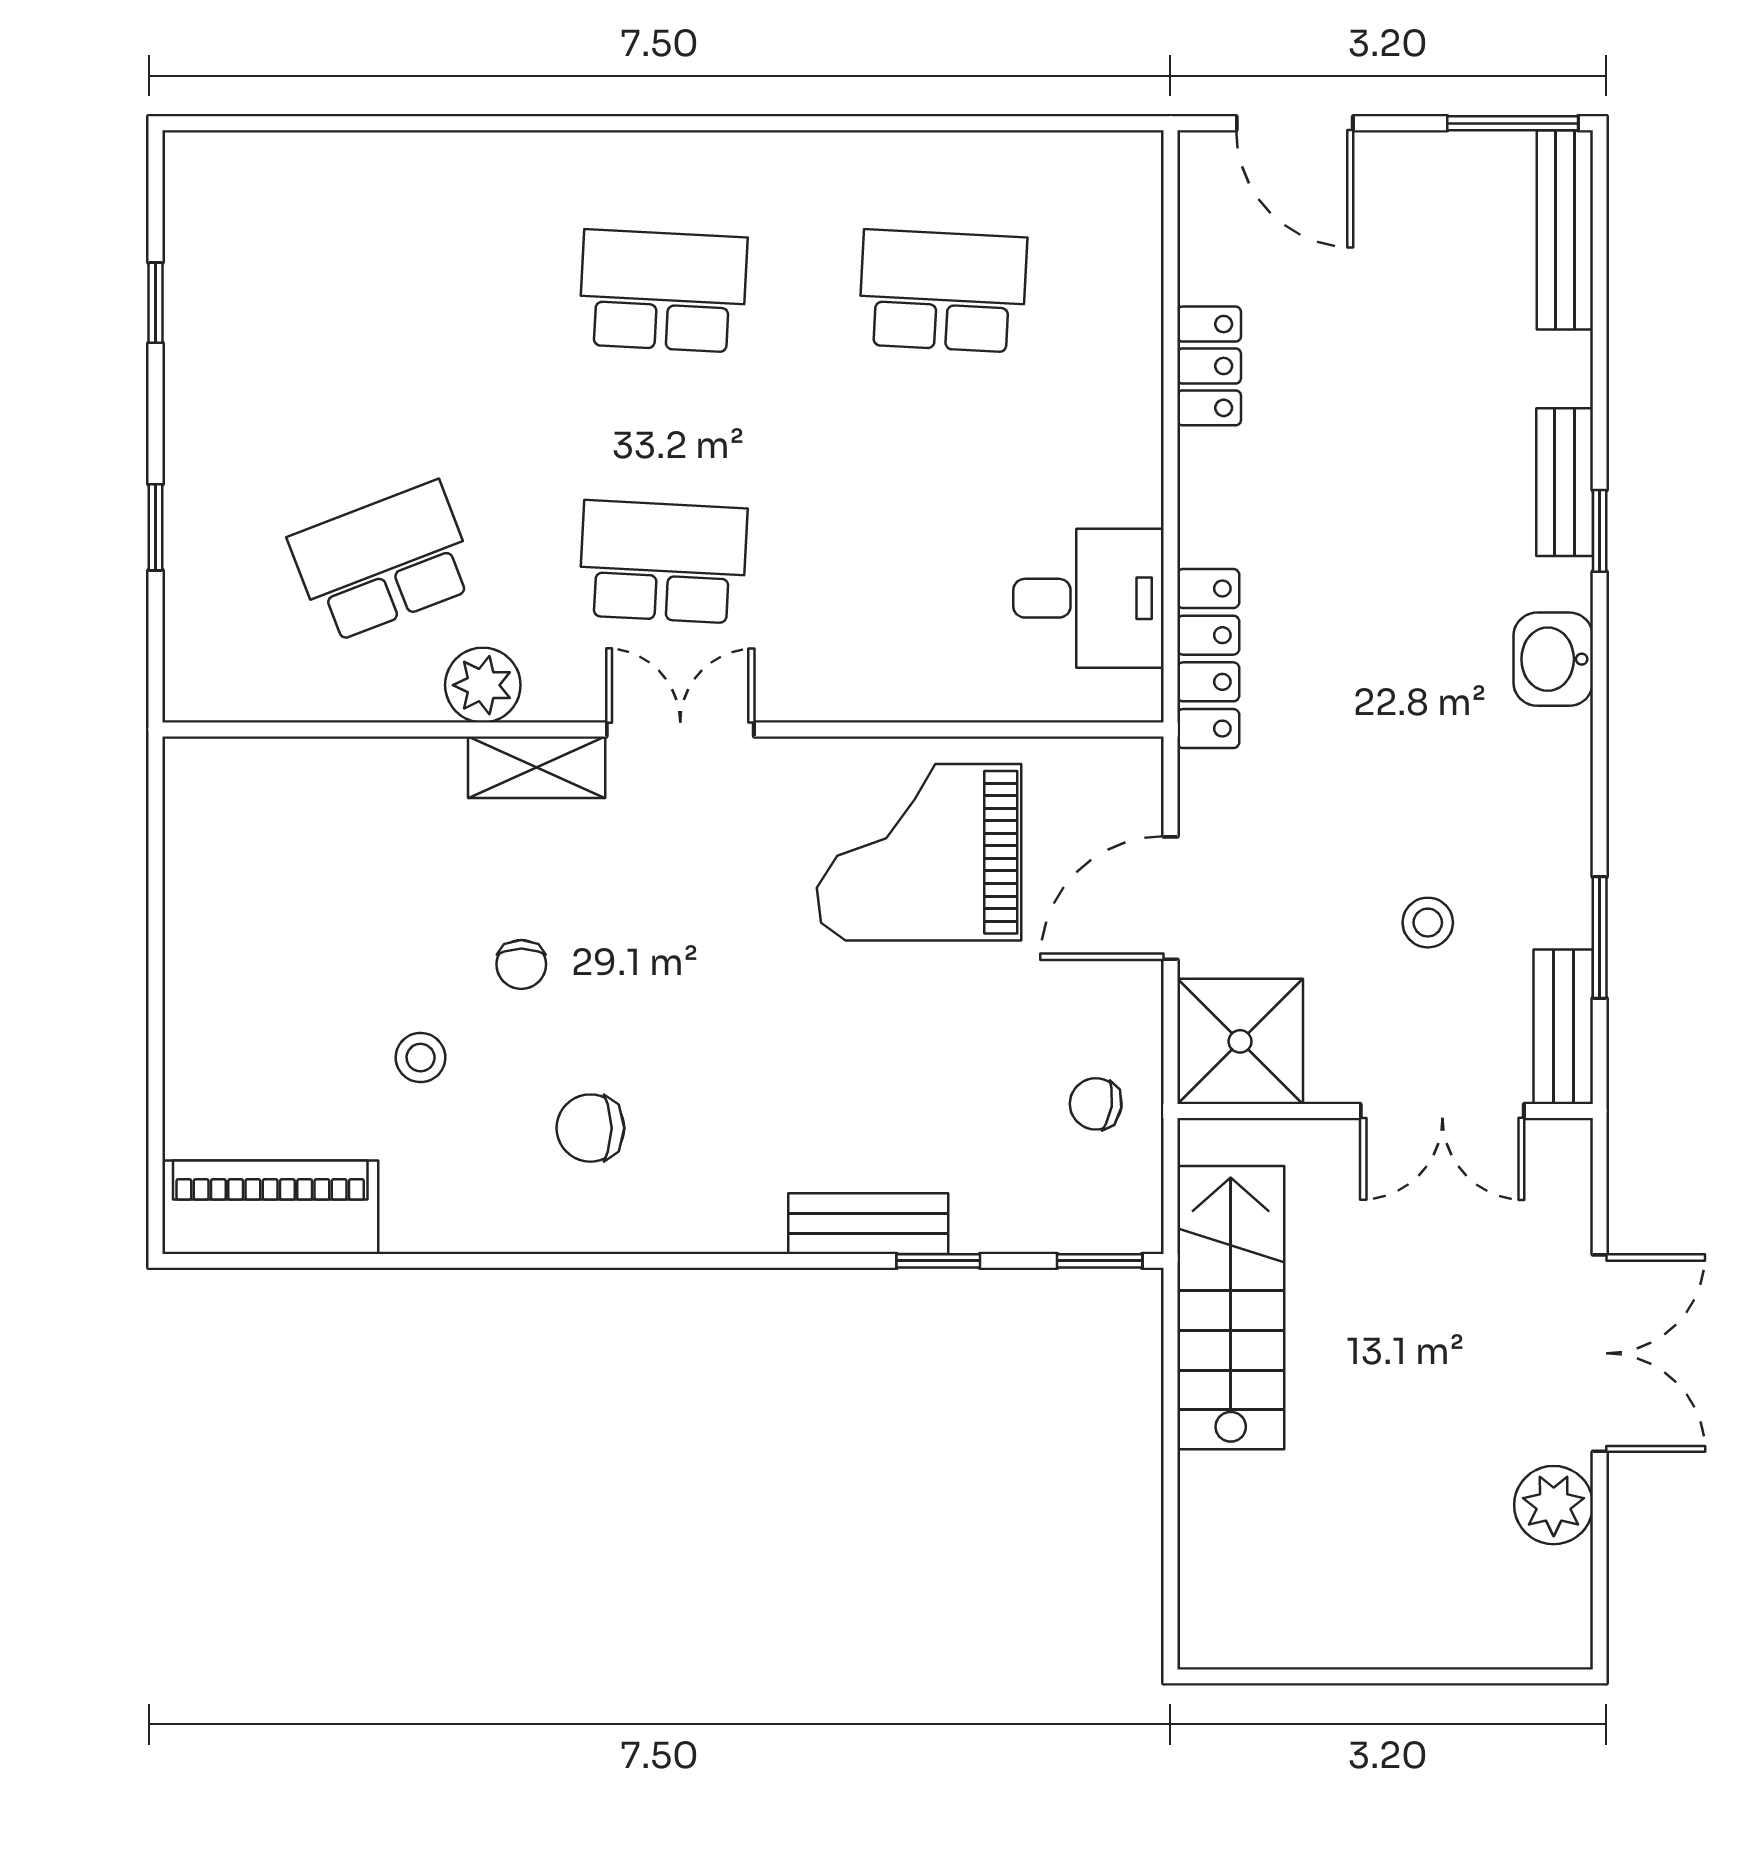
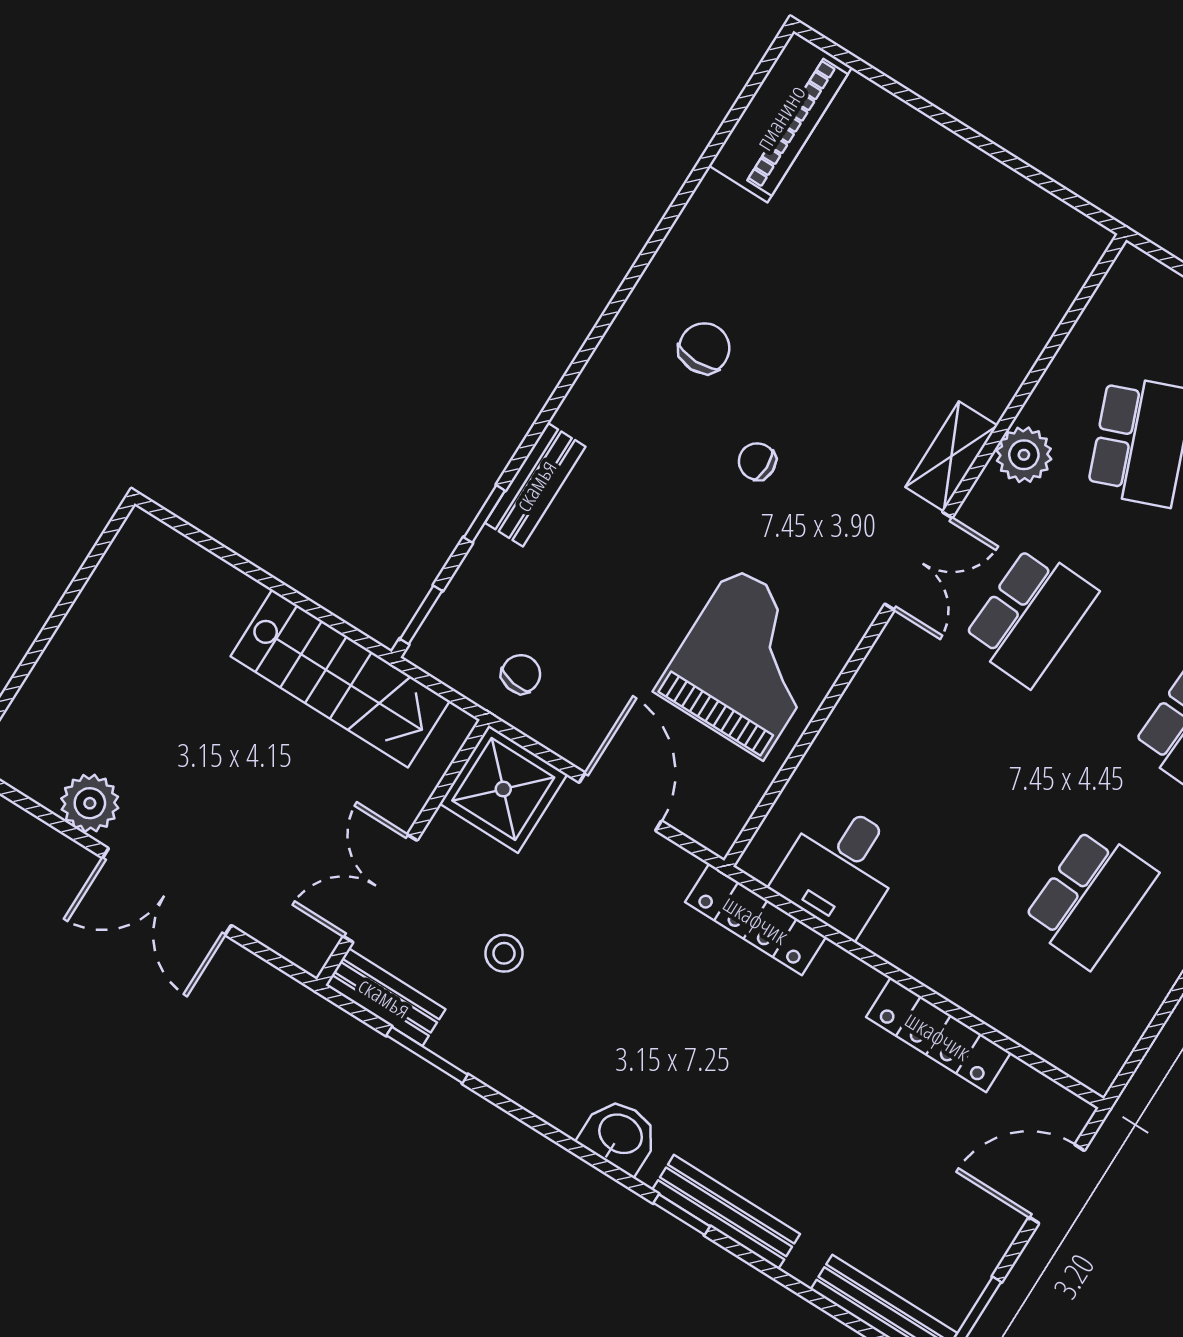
locker: (1209, 366) -> (938, 1035), width x1.53
bench: (1565, 482) -> (726, 1212), width x1.36
chair: (521, 964) -> (757, 461), moved
stool: (421, 1058) -> (815, 270), removed

